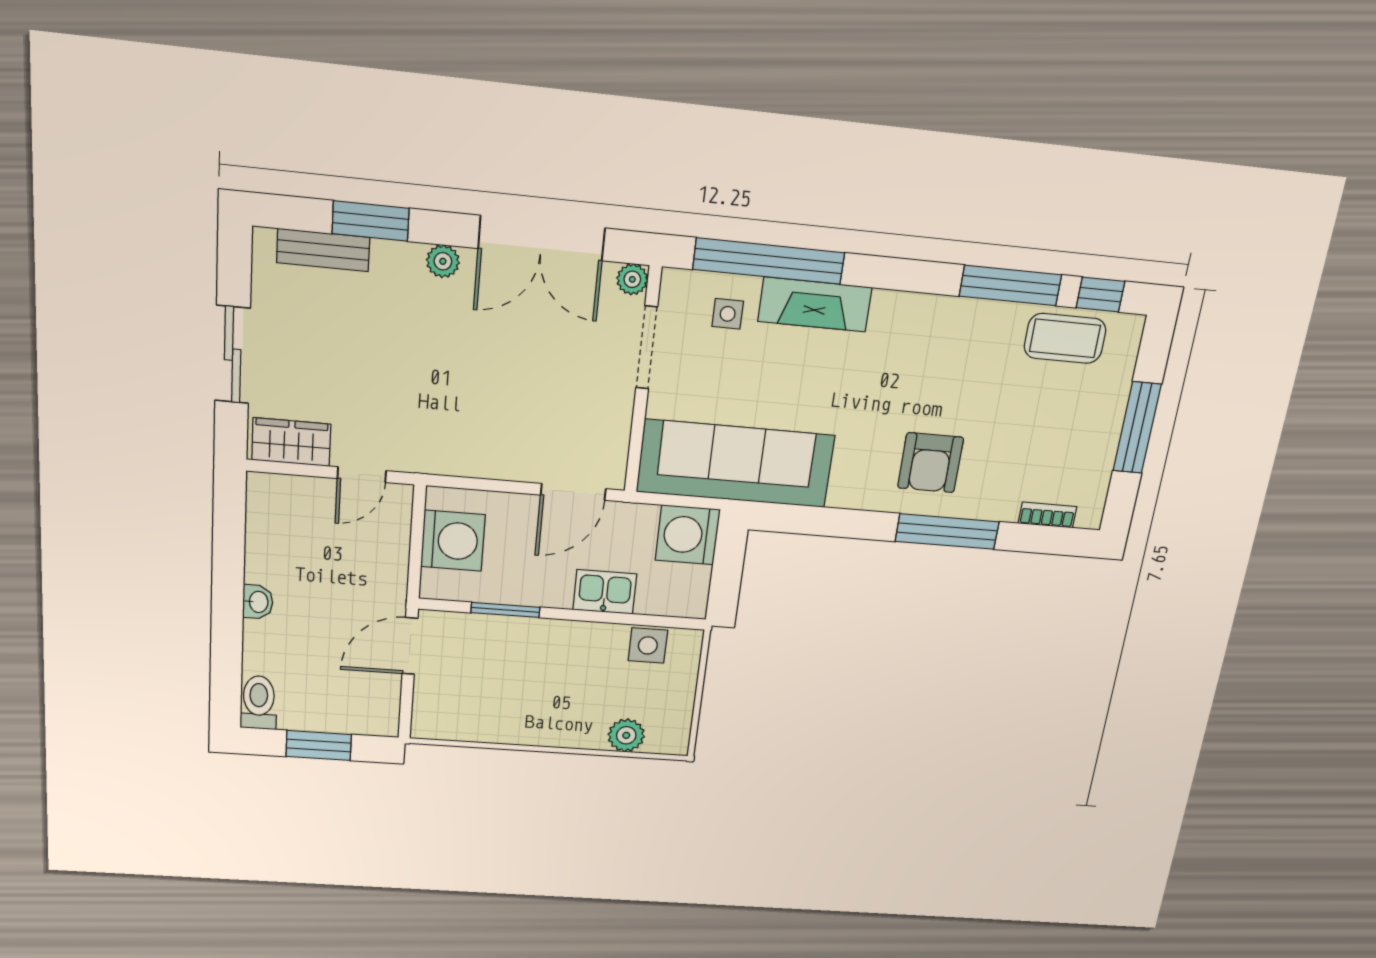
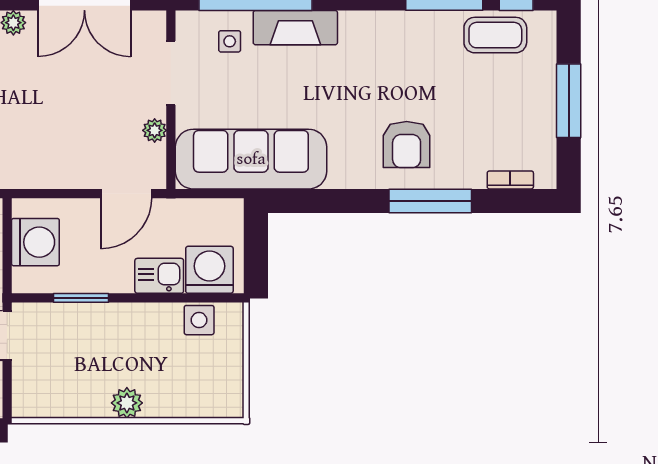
plant: (632, 279) -> (155, 130), moved
washing machine: (688, 535) -> (209, 270), moved, turned 90
plant: (626, 735) -> (127, 403), moved

